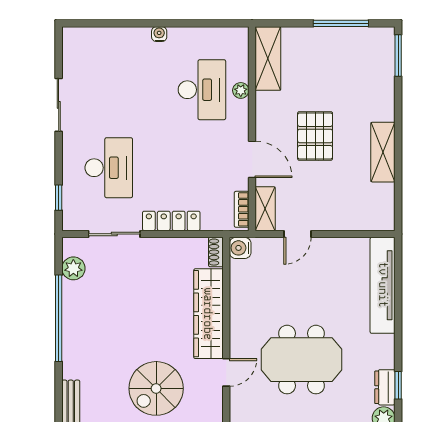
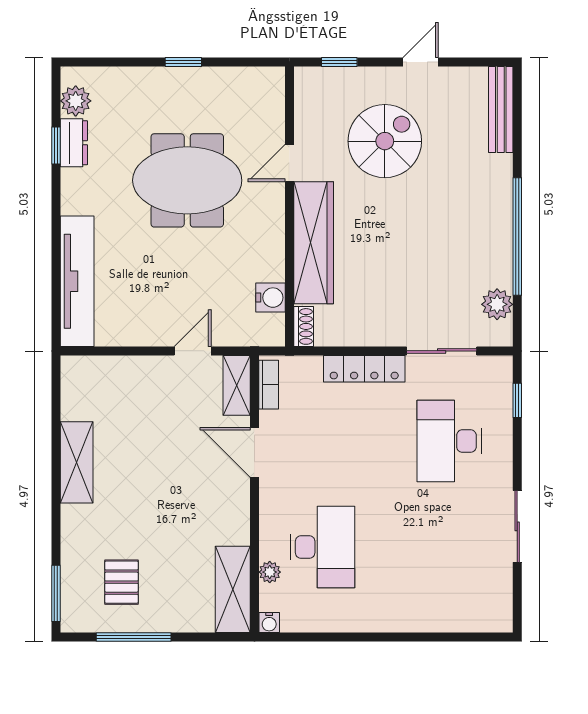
water cooler: (159, 34) -> (269, 623), moved
desk: (202, 90) -> (322, 547), turned 180
plant: (241, 90) -> (270, 572), moved
pallet: (315, 136) -> (122, 582), moved, width x0.67, depth x0.71
water cooler: (240, 248) -> (271, 298), moved

